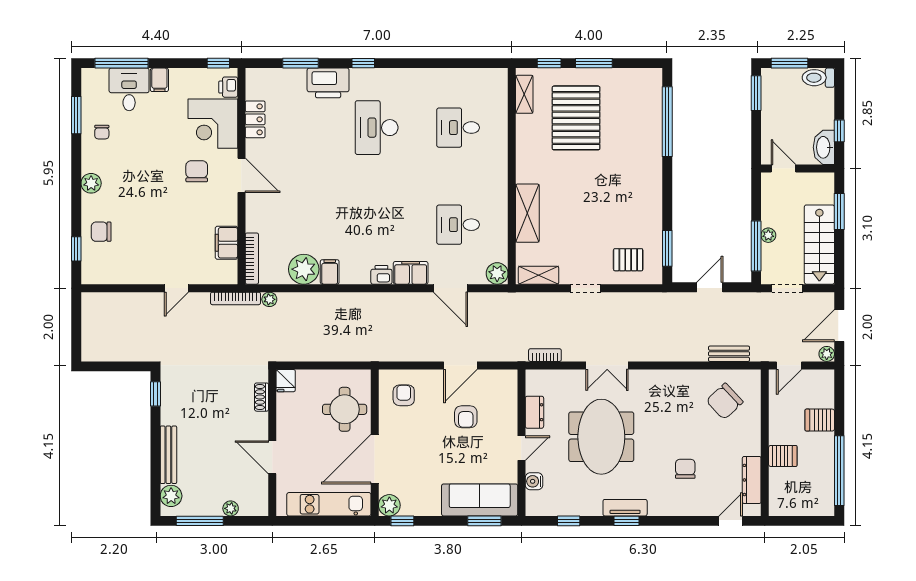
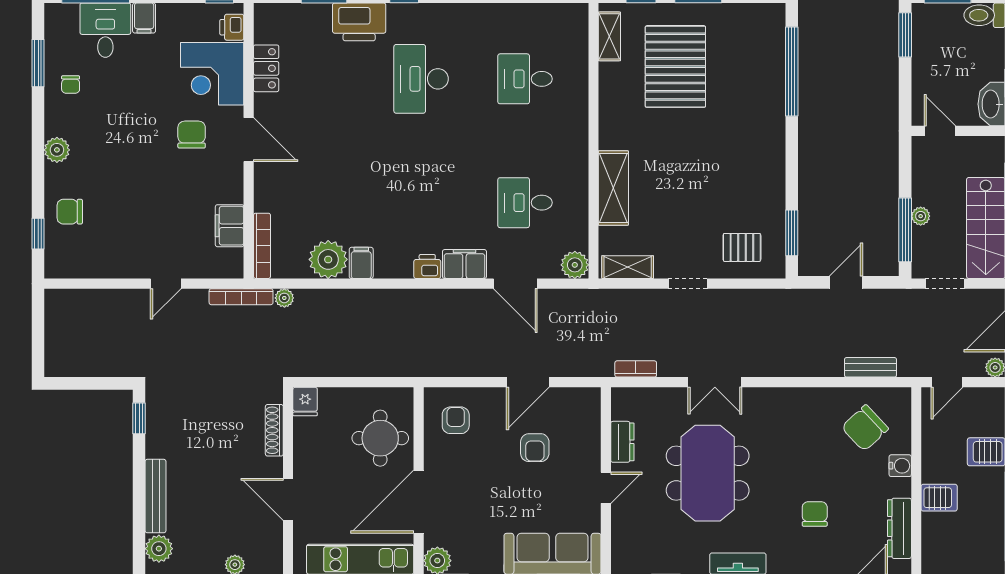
shoe rack: (262, 397) -> (274, 430), width x1.43
water cooler: (534, 481) -> (900, 466), moved, turned 180

